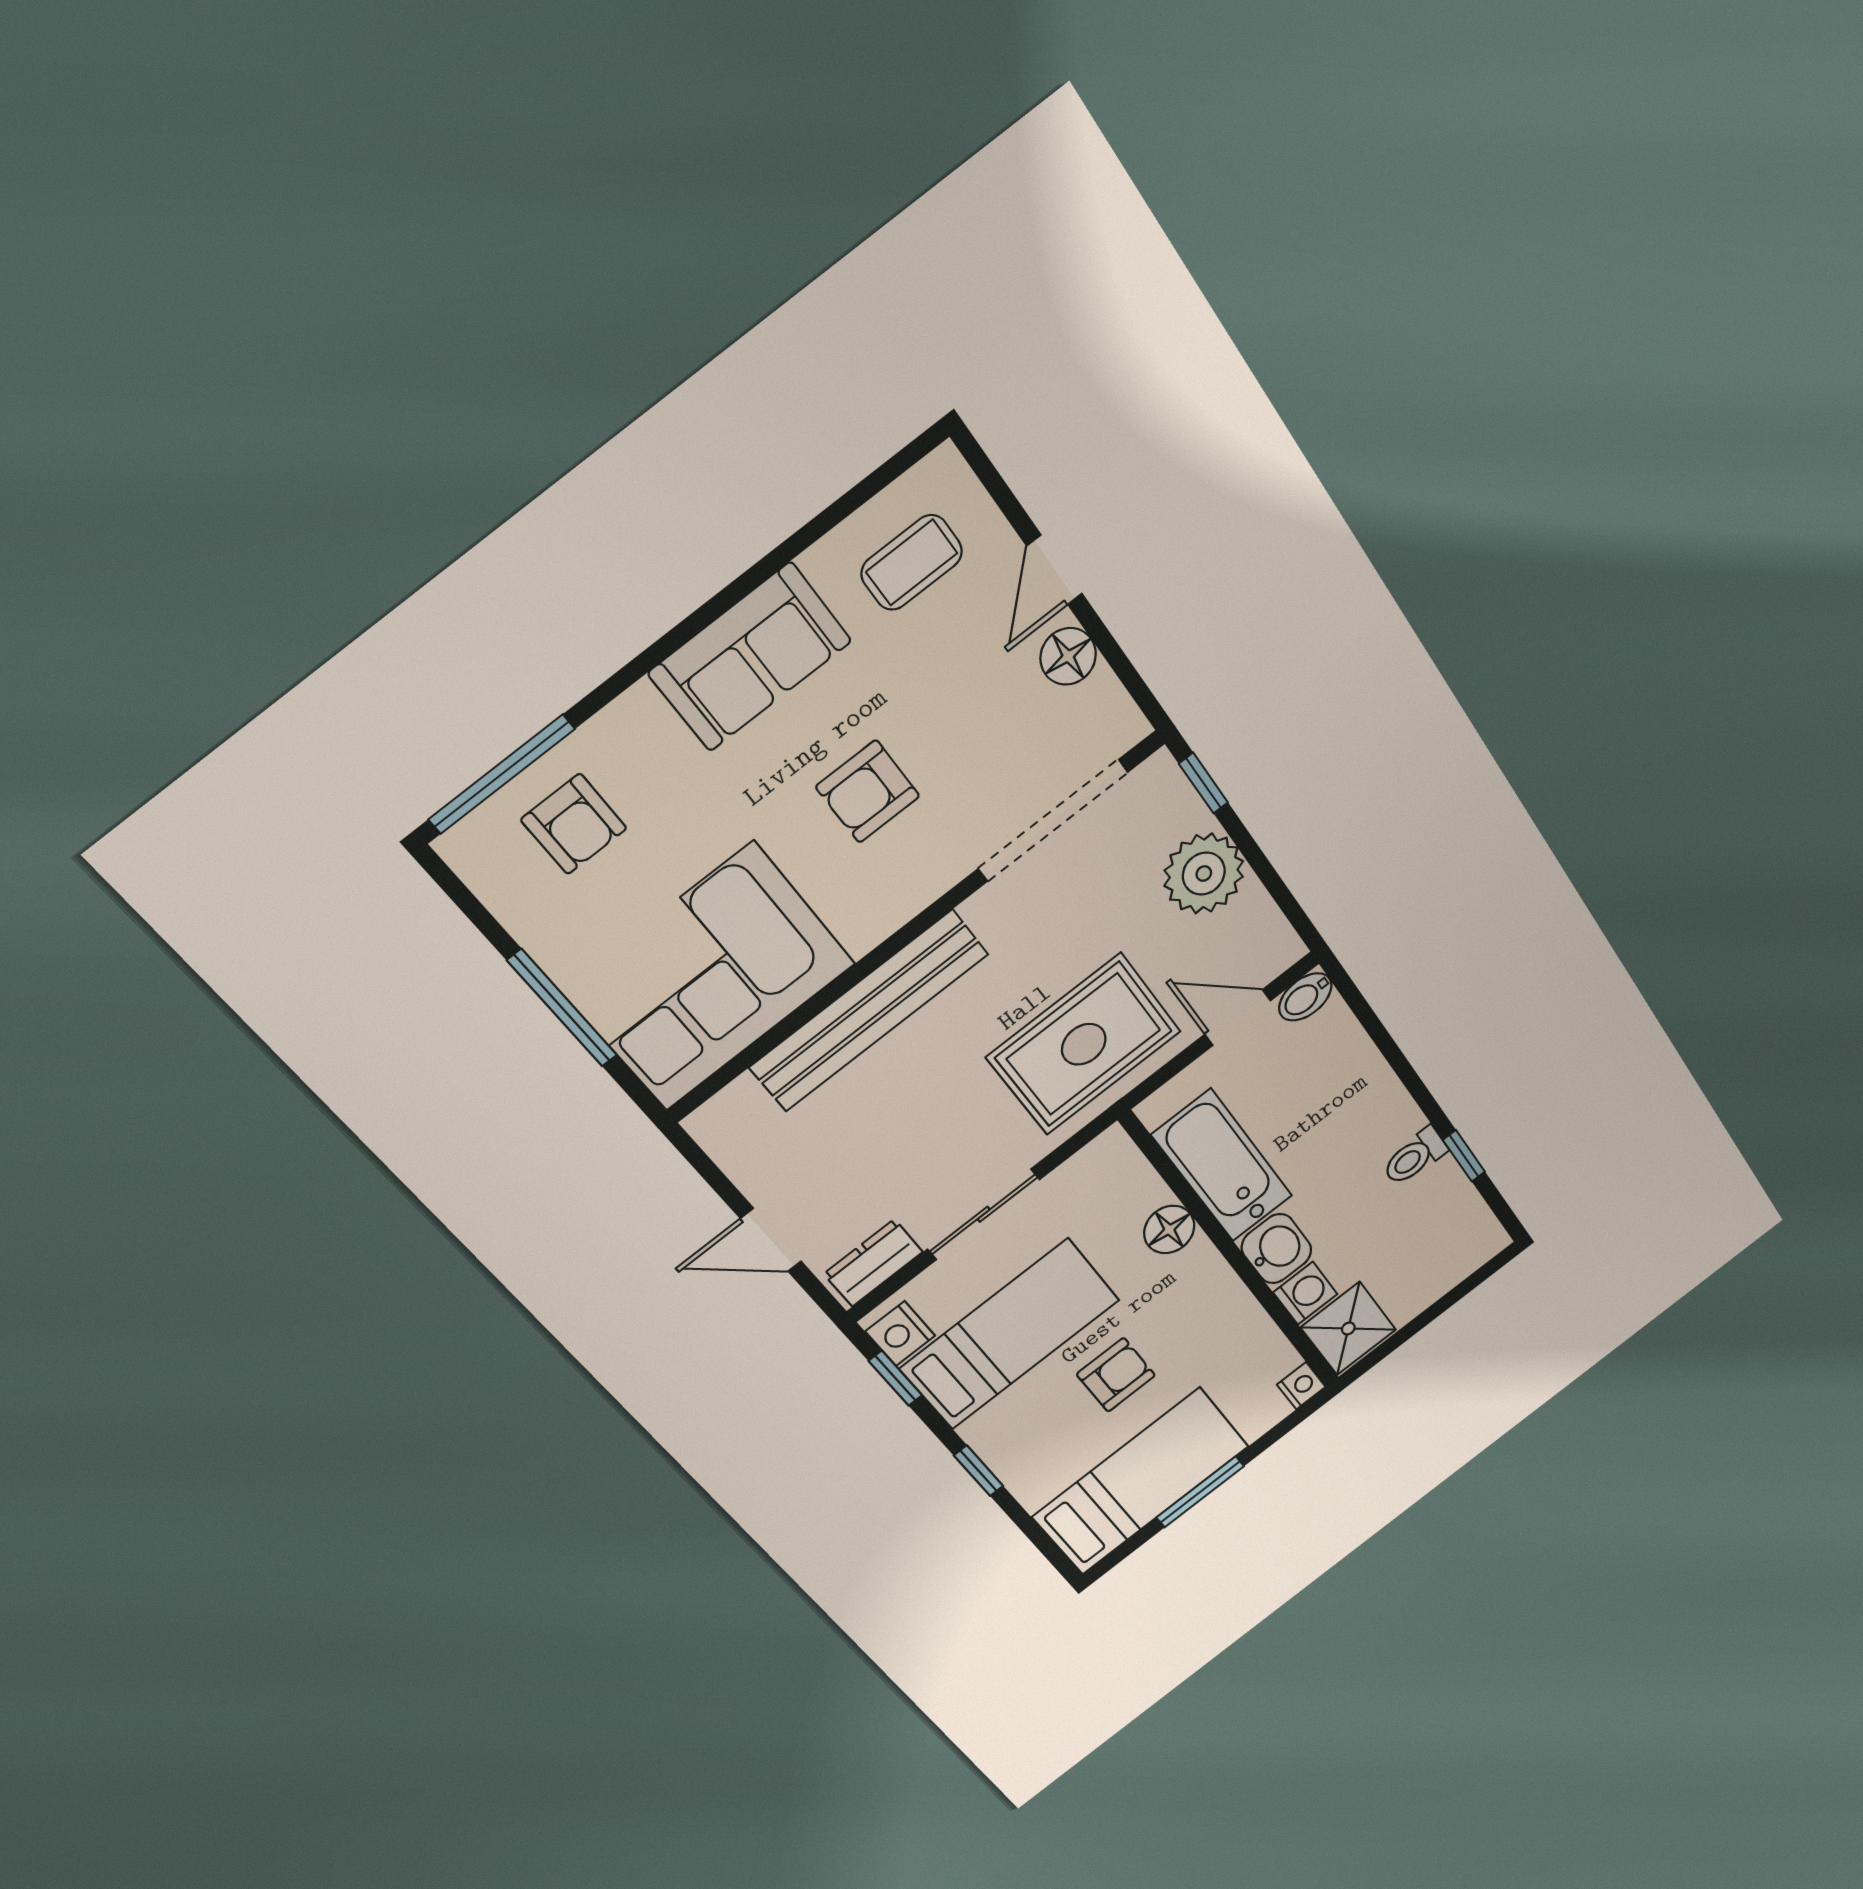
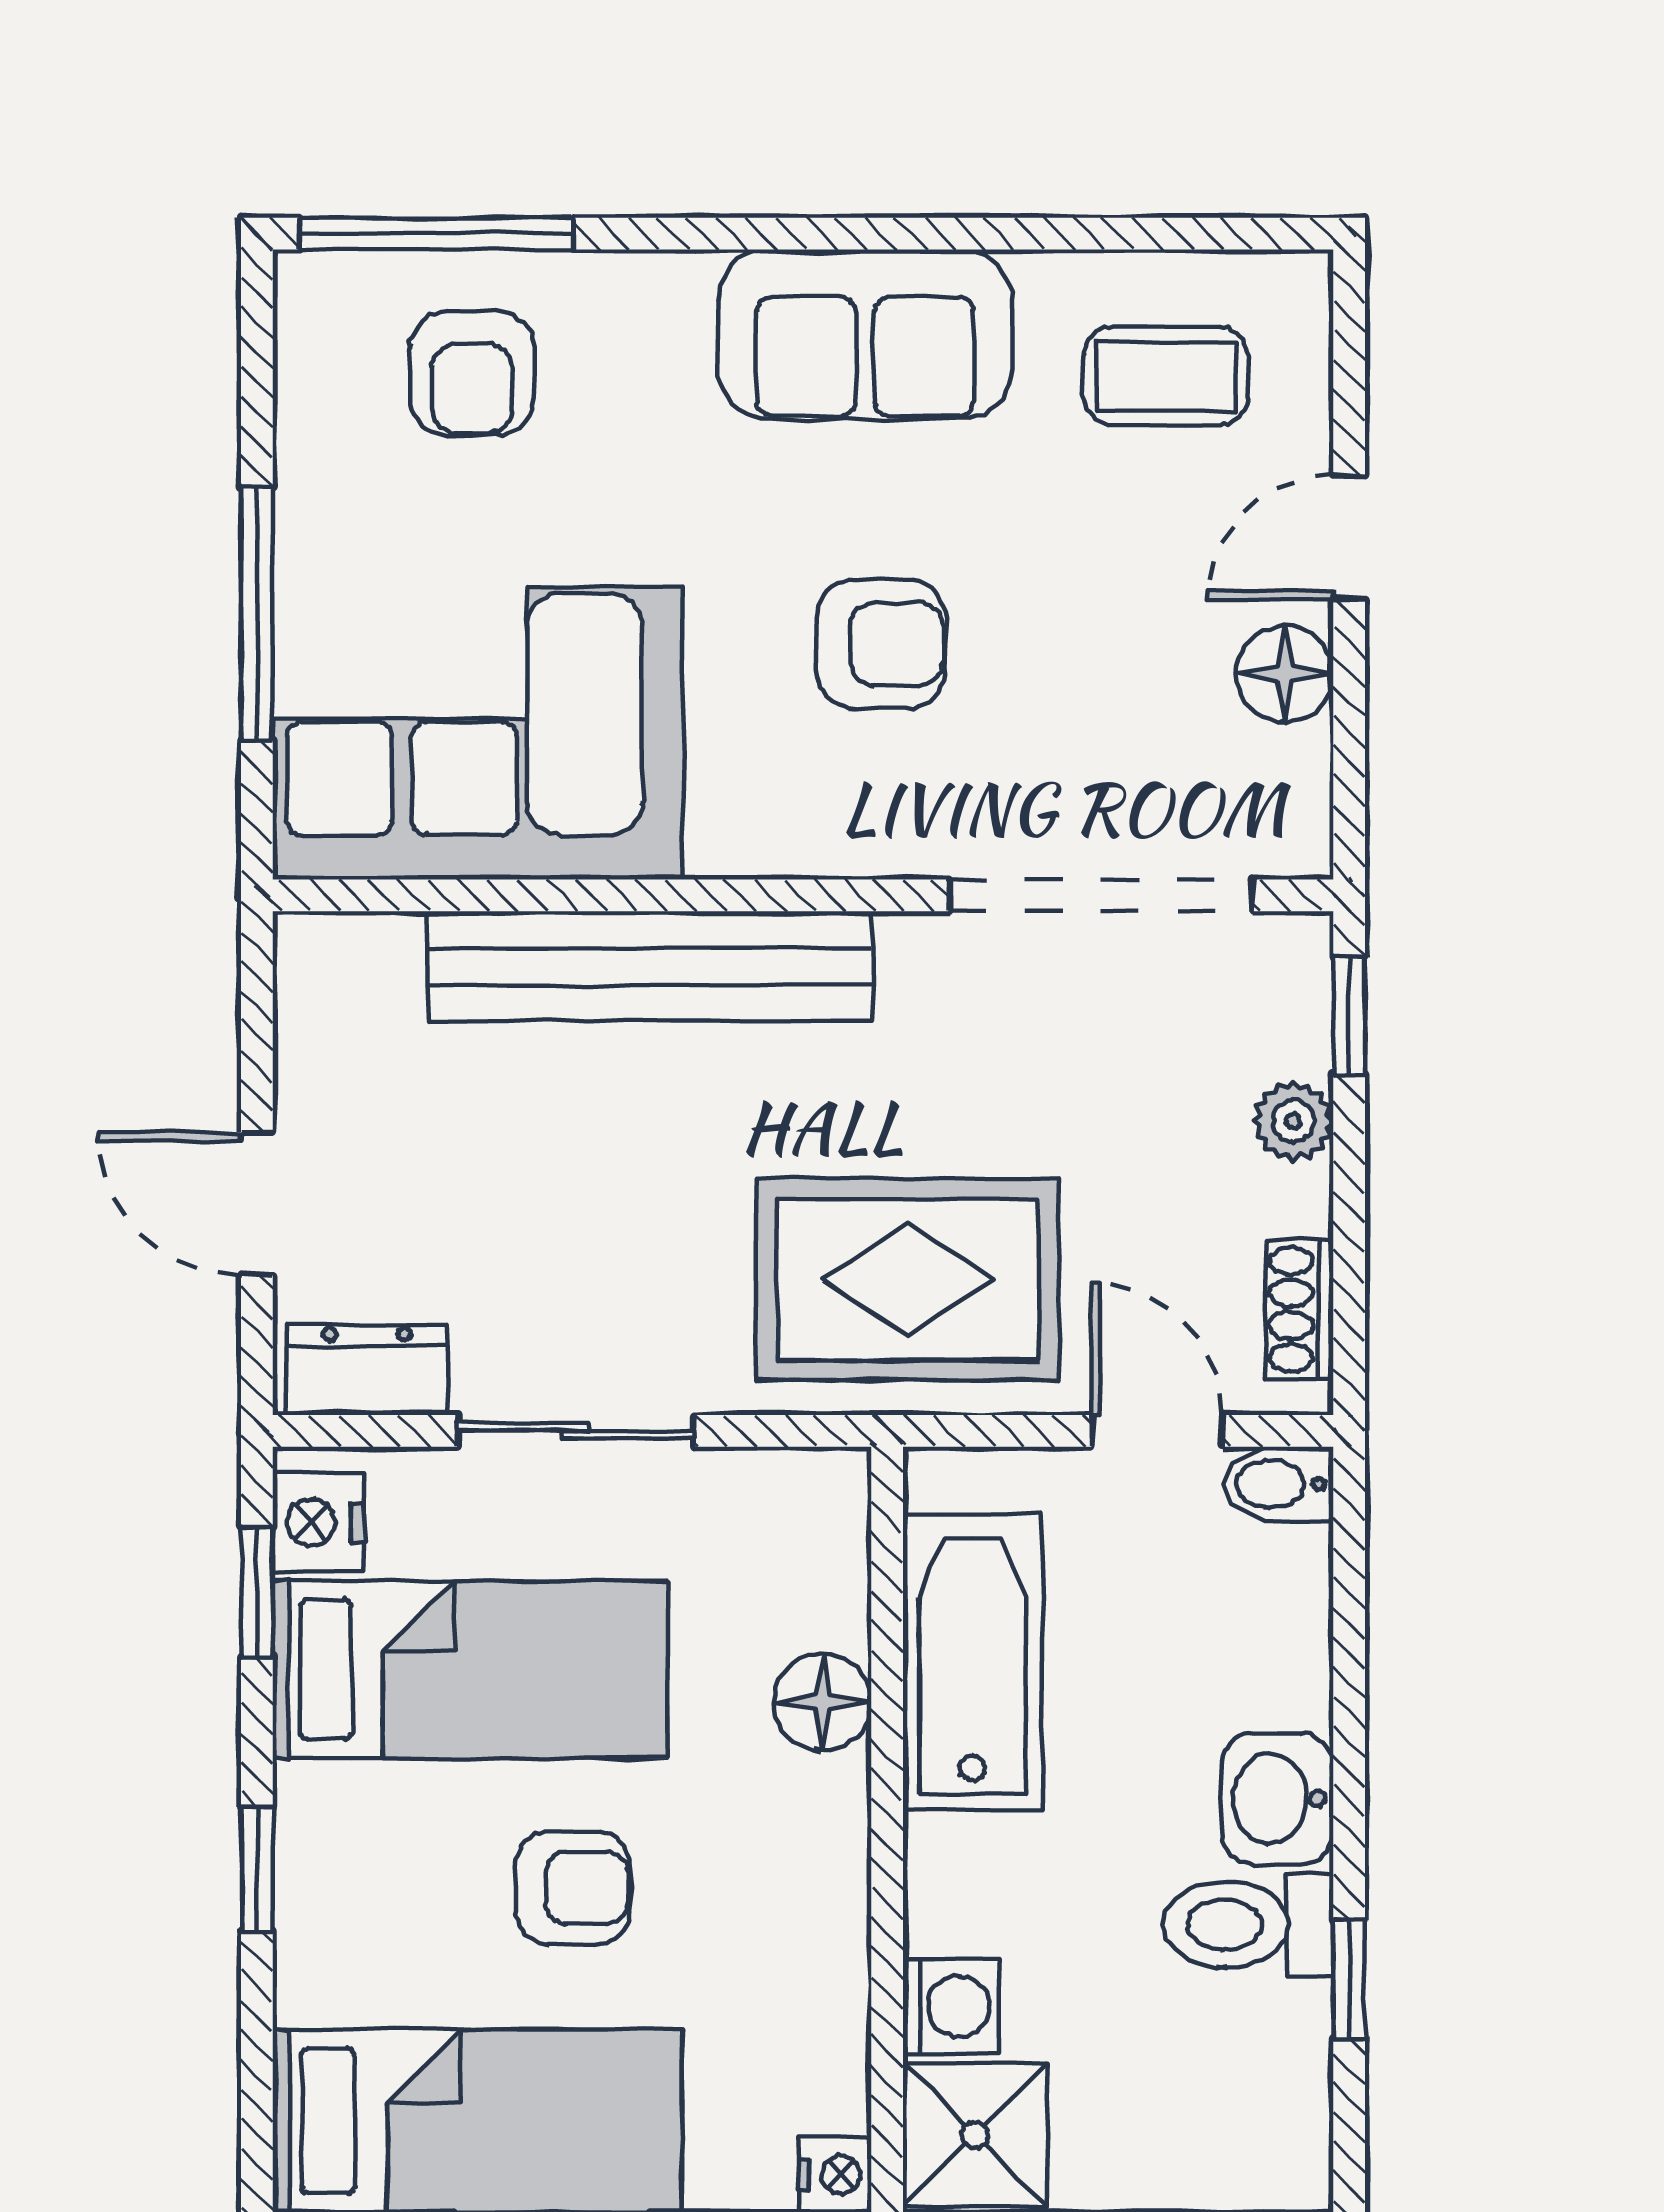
armchair: (868, 791) -> (881, 644), turned 180
plant: (1204, 874) -> (1293, 1121), width x0.53, depth x0.53
shoe rack: (1266, 921) -> (1299, 1309), added
toilet: (1415, 1156) -> (1249, 1925), width x1.37, depth x1.39
washbasin: (1276, 1249) -> (1277, 1799), moved, turned 180

